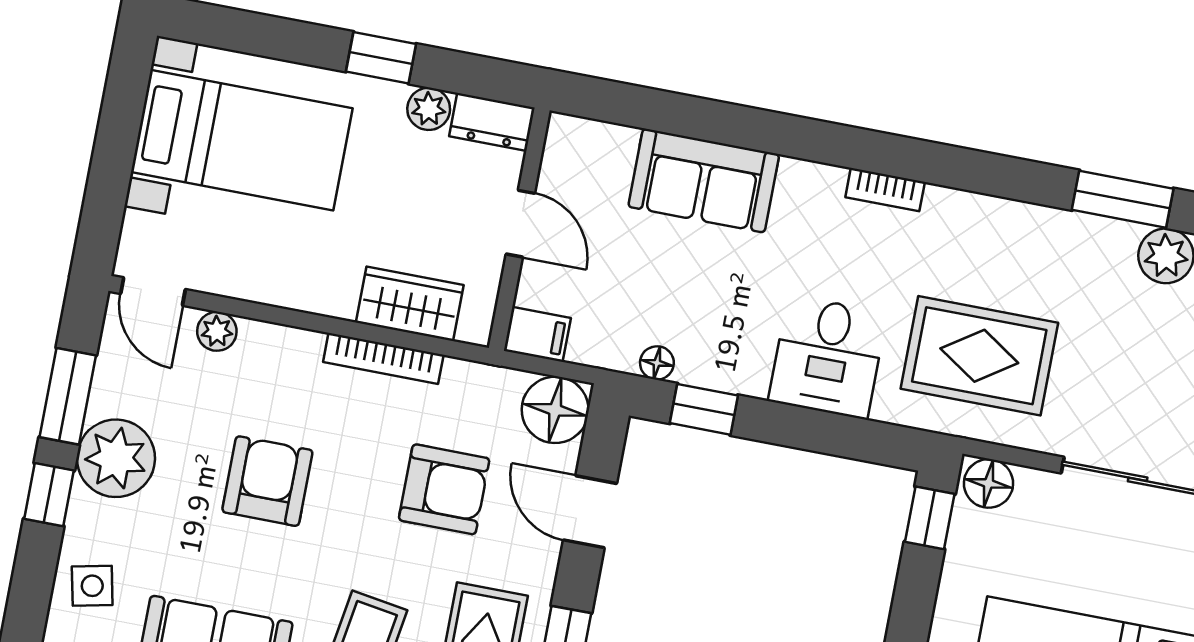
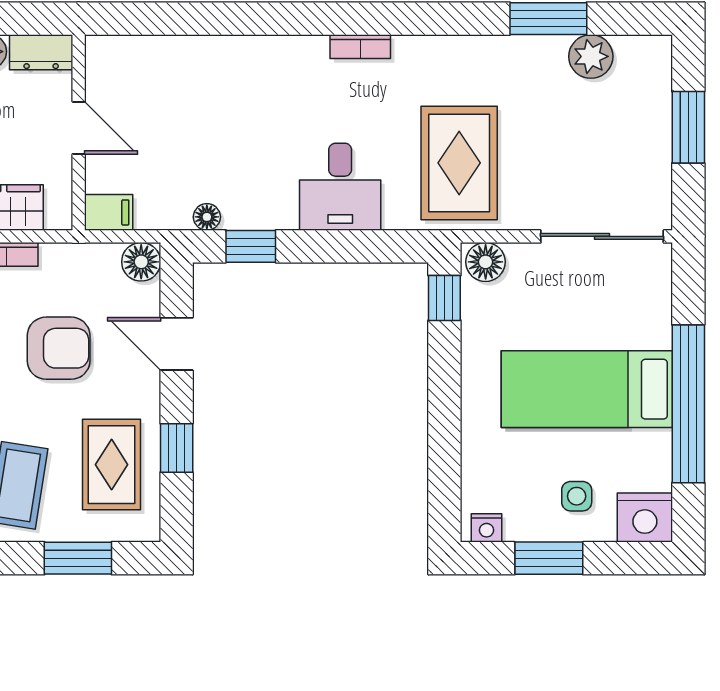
sofa: (704, 181) -> (216, 67), removed
rug: (979, 356) -> (459, 163), turned 90
floor lamp: (555, 410) -> (141, 262), width x0.73, depth x0.73

